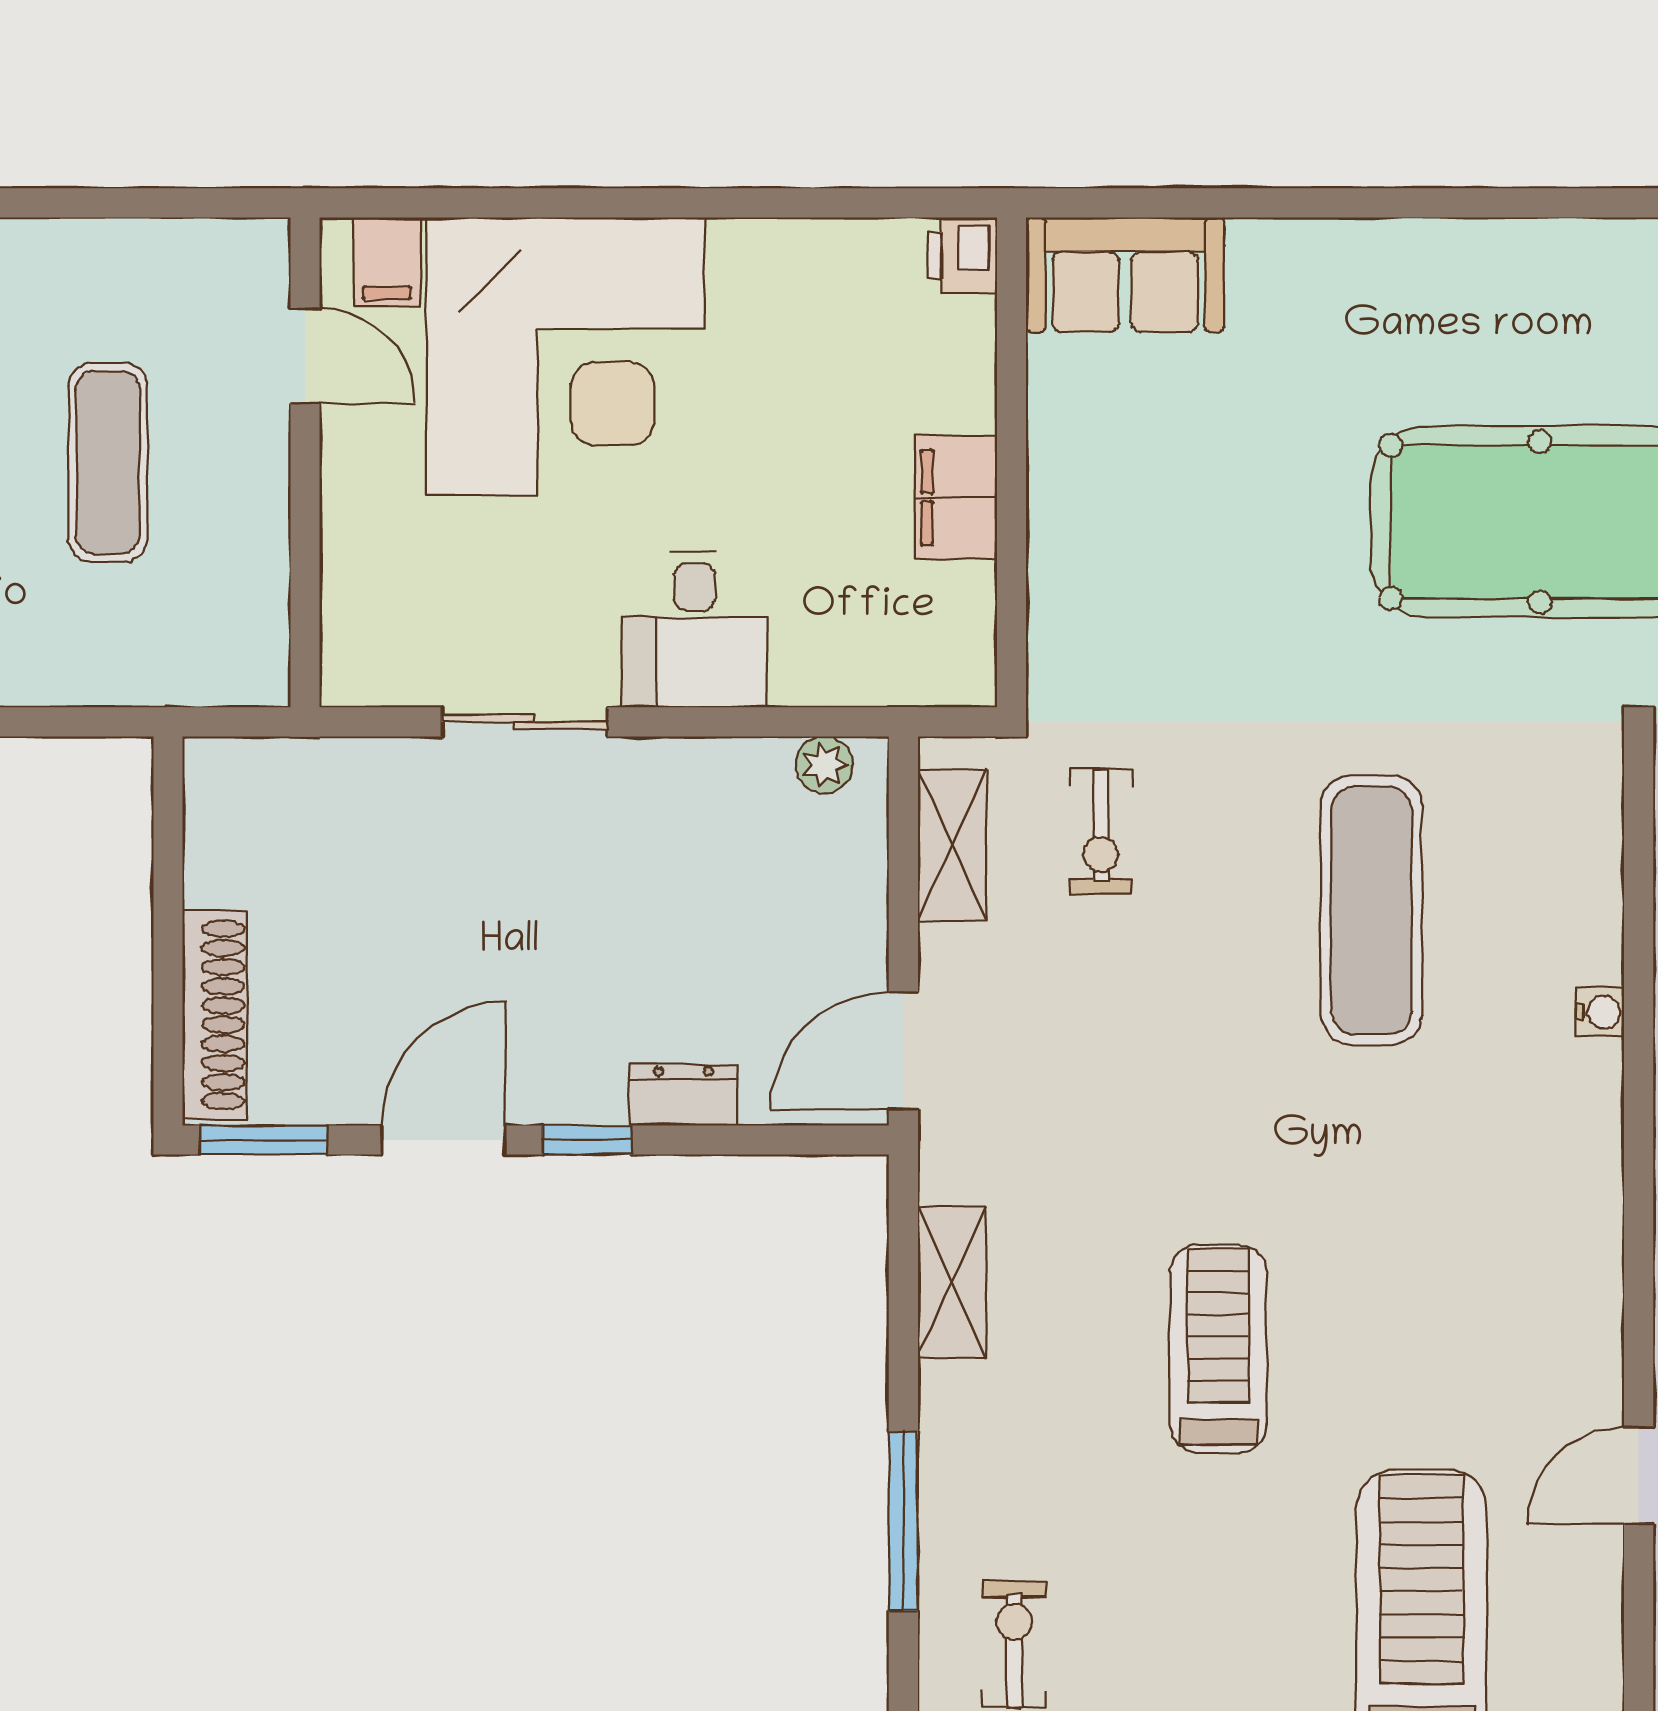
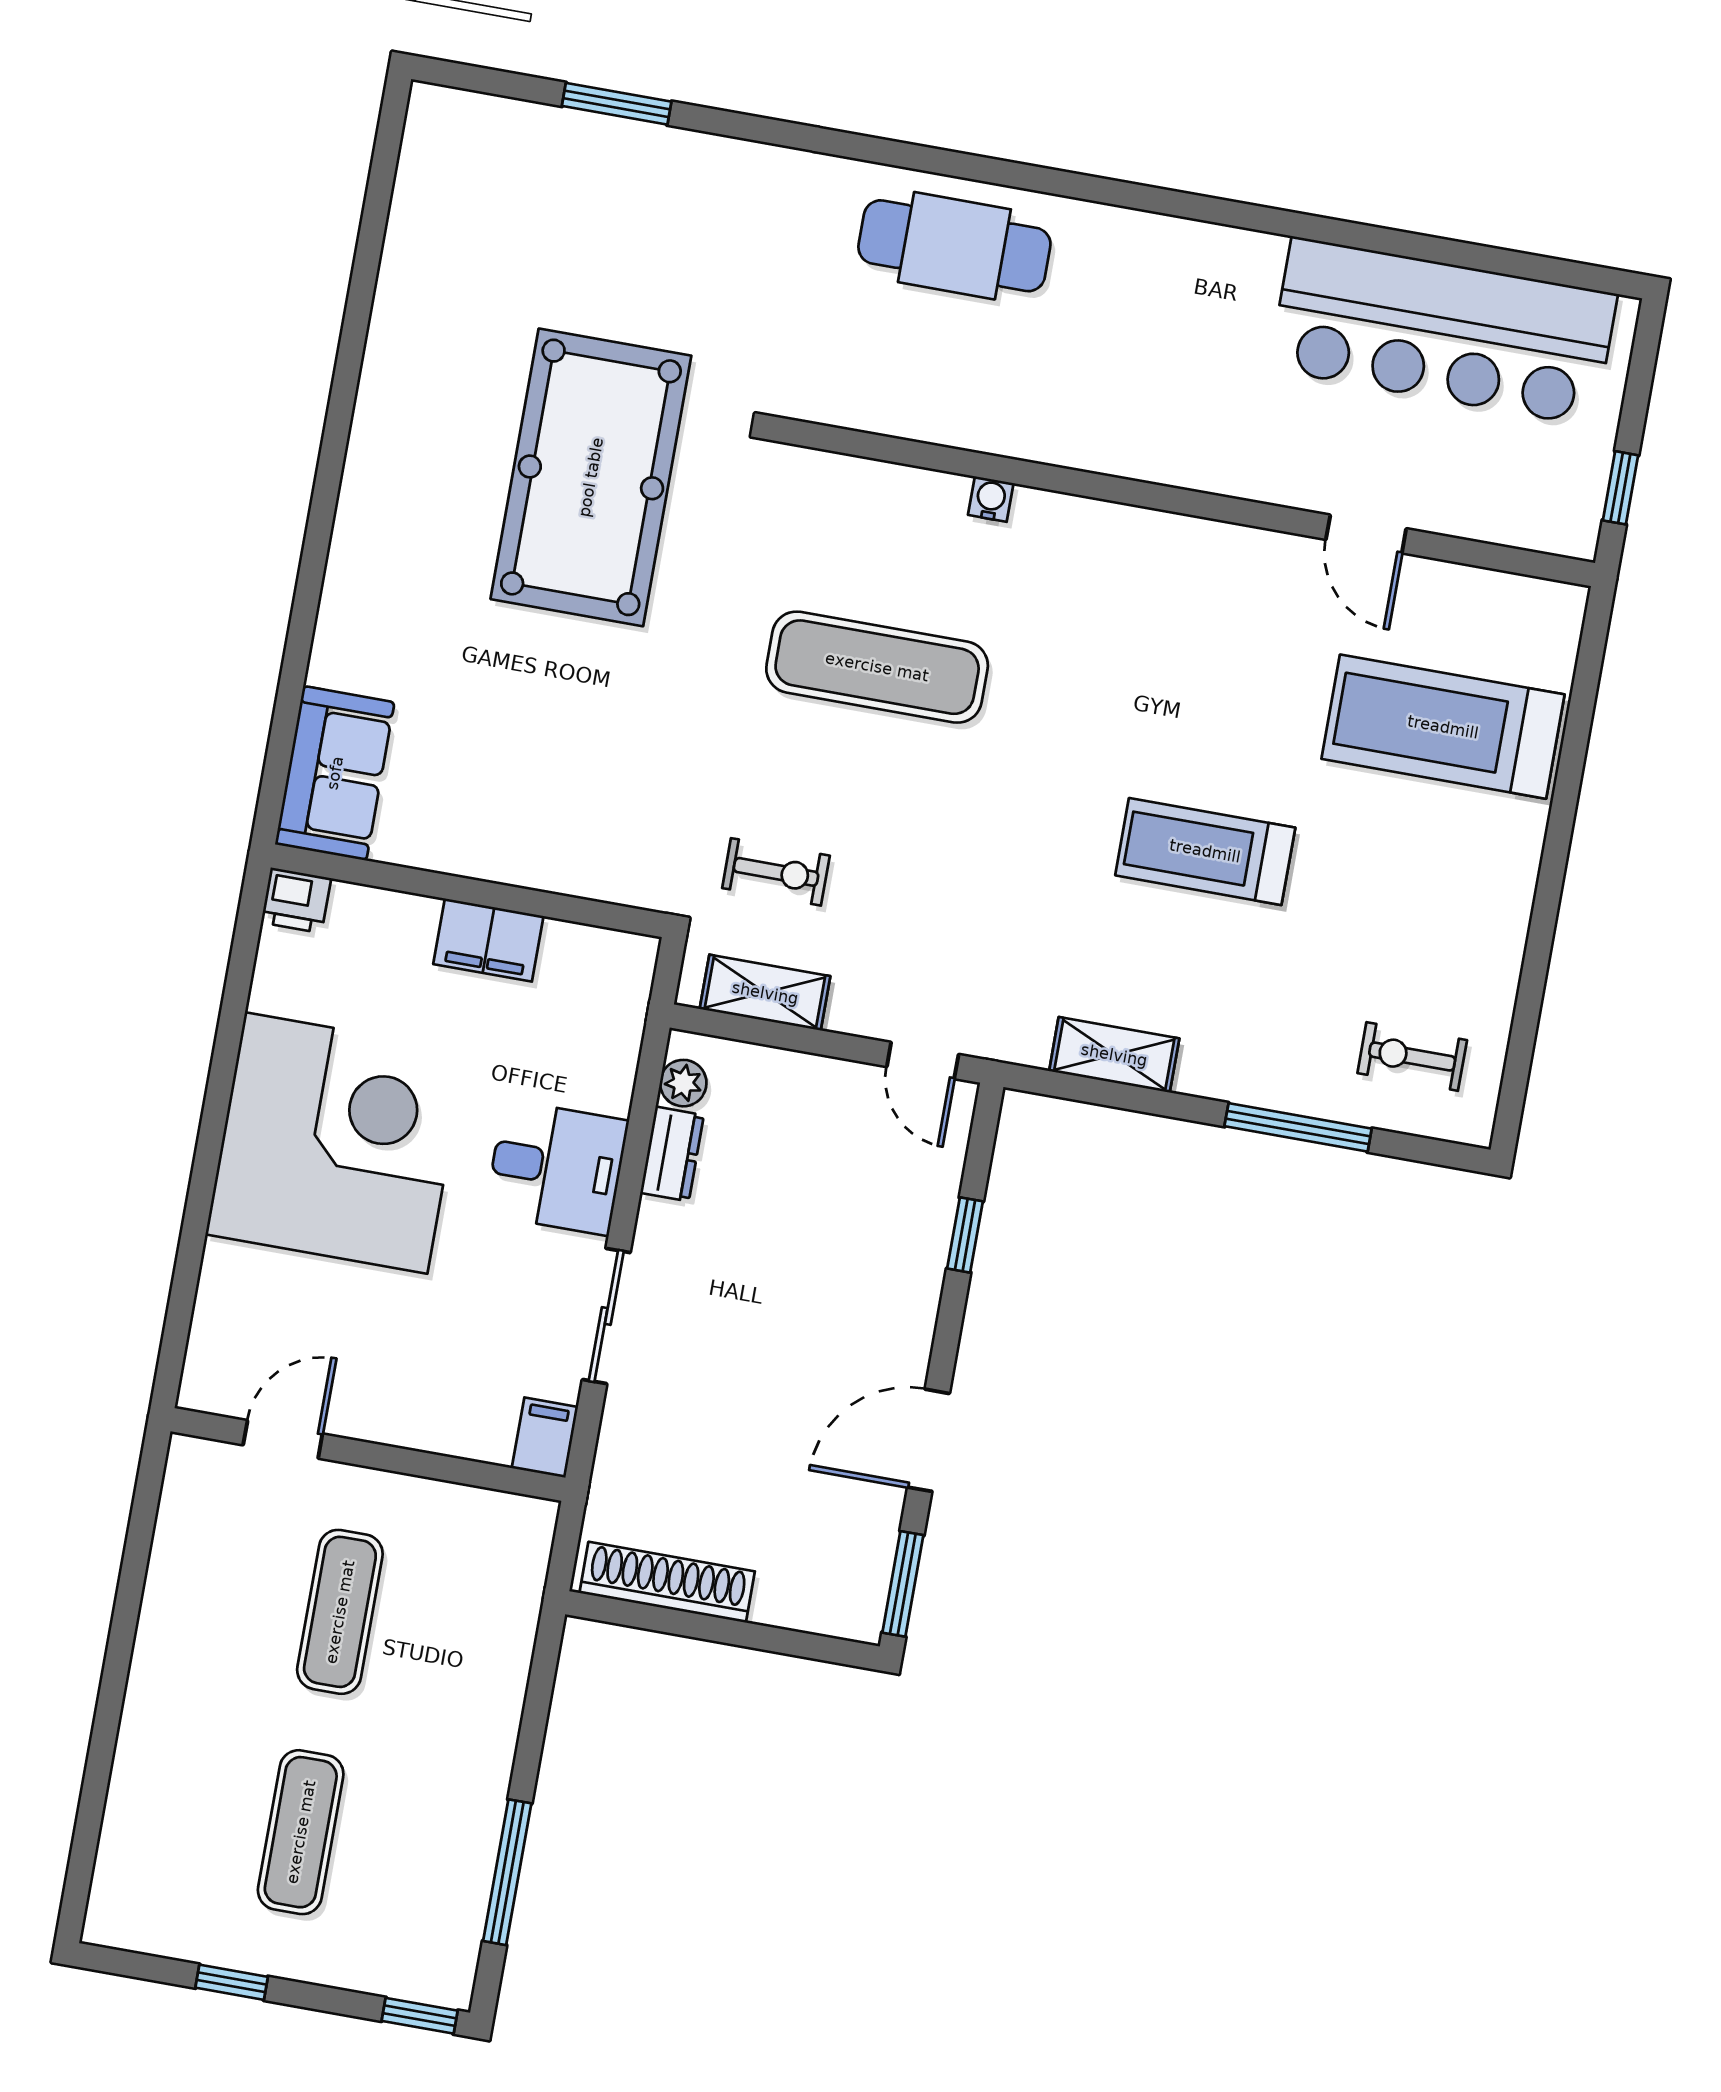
filing cabinet: (387, 262) -> (545, 1437), moved, turned -90
corner desk: (565, 356) -> (336, 1143), moved
exercise mat: (108, 462) -> (340, 1612), turned 90
shoe rack: (215, 1015) -> (667, 1582), moved
door: (903, 1051) -> (923, 1061), width x0.73
dresser: (683, 1095) -> (672, 1154), moved, turned 180
door: (444, 1140) -> (928, 1440), hinge flipped
window: (587, 1140) -> (965, 1235), moved

